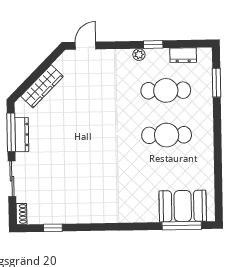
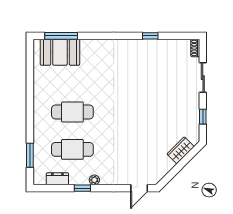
wardrobe: (42, 86) -> (181, 150), width x0.67
window: (11, 132) -> (203, 117), width x0.46
dresser: (22, 135) -> (194, 115), removed
window: (53, 228) -> (150, 36), moved

